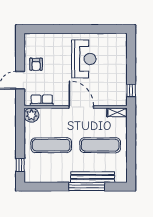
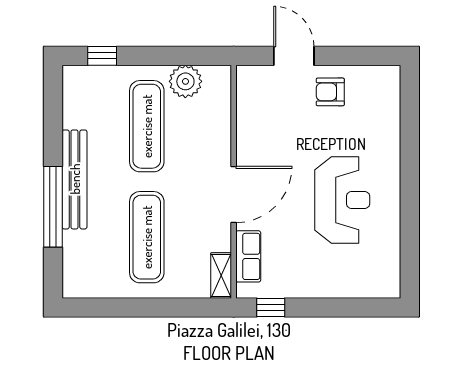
reception desk: (84, 59) -> (342, 200), turned -90
row of seats: (42, 100) -> (248, 256), moved
plant: (31, 115) -> (185, 81), moved
bench: (93, 177) -> (75, 179), moved

